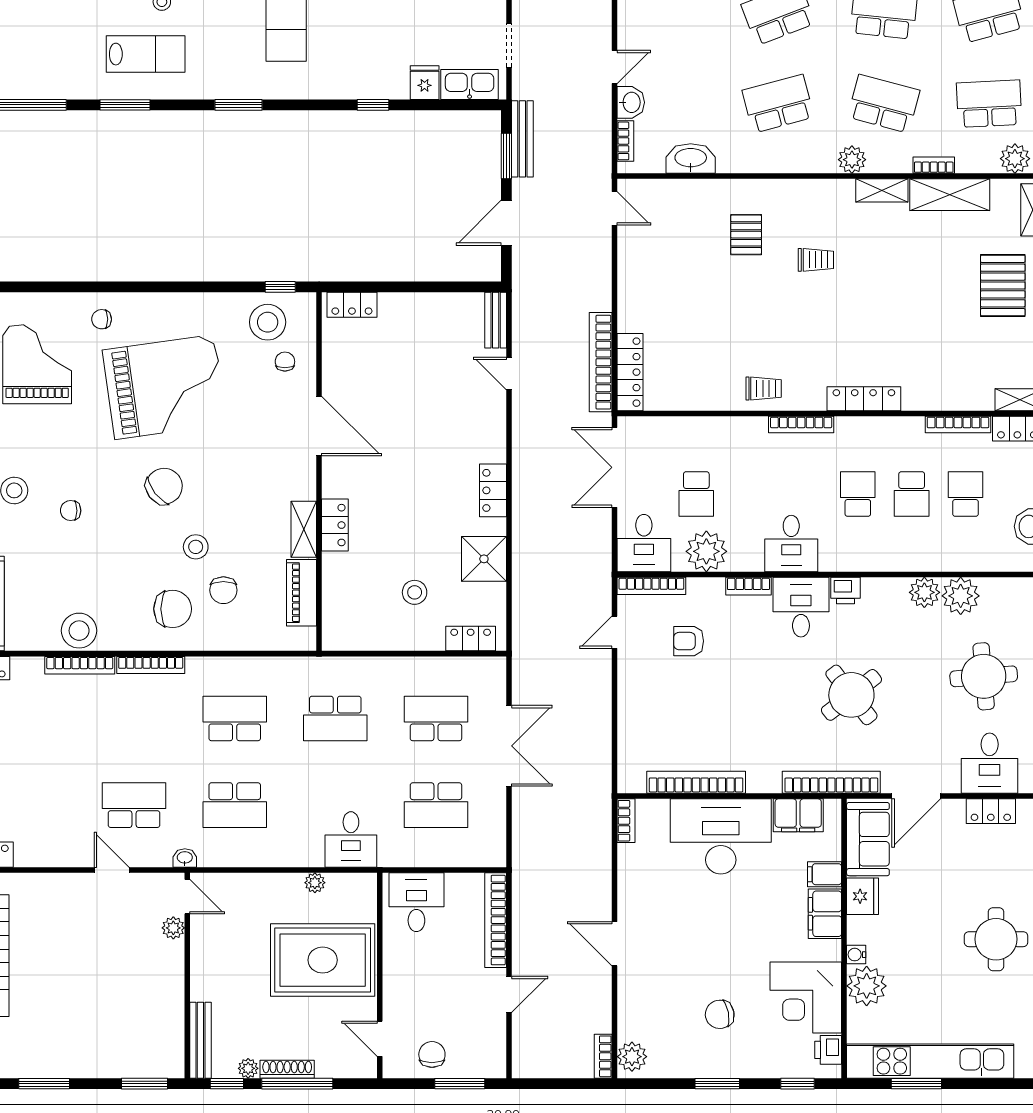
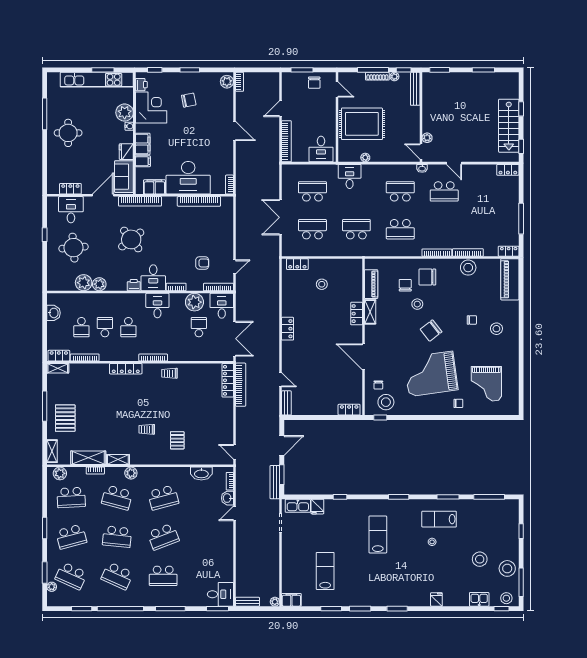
shower: (484, 559) -> (292, 299), removed
school desk: (436, 718) -> (312, 229), turned 180

